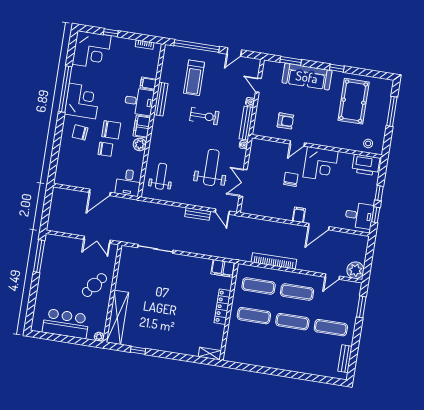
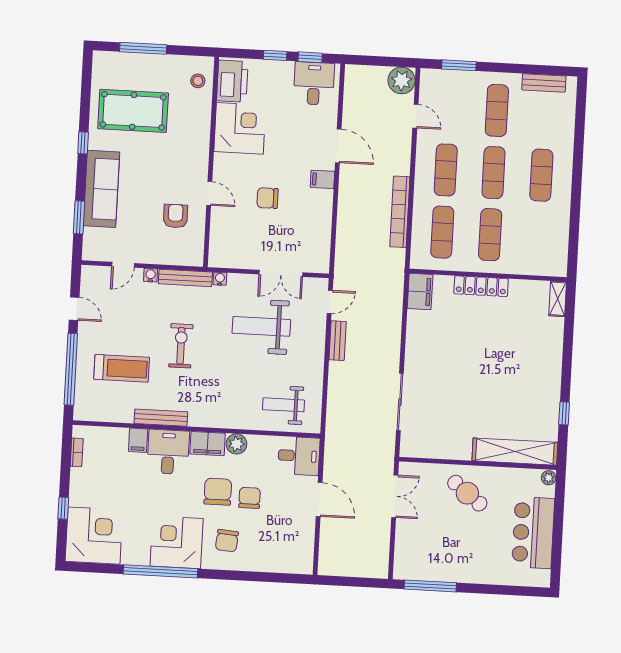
corner desk: (321, 164) -> (240, 128), moved
exercise mat: (288, 351) -> (541, 175), added

